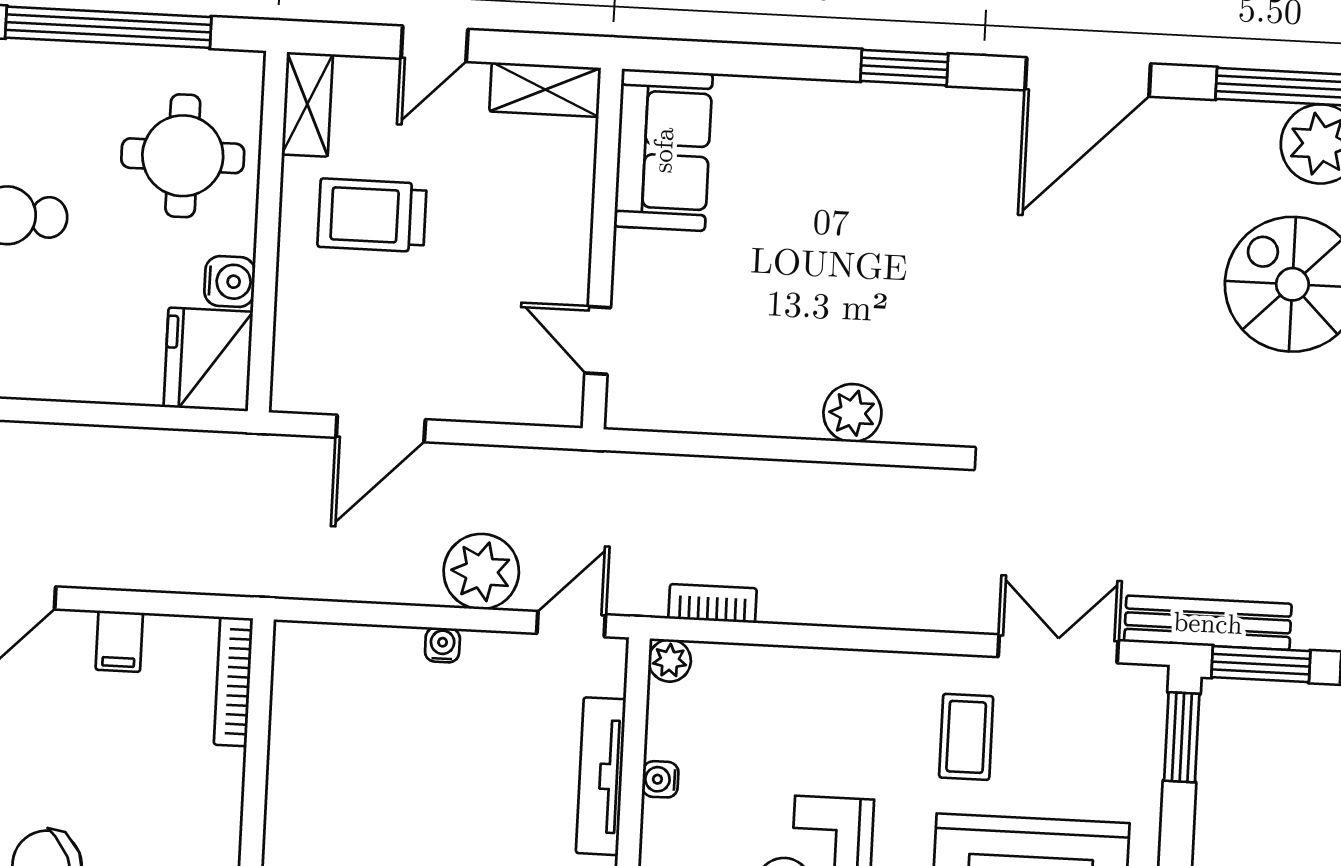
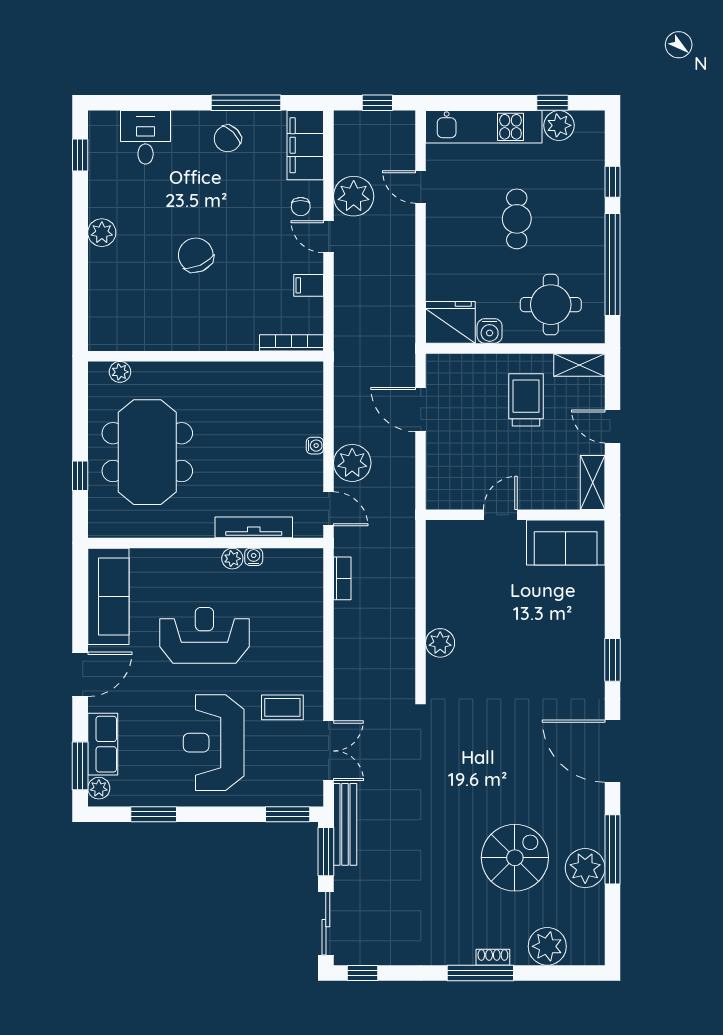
door: (598, 340) -> (500, 515), moved
plant: (670, 661) -> (232, 559), moved

